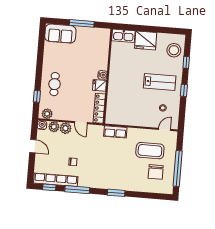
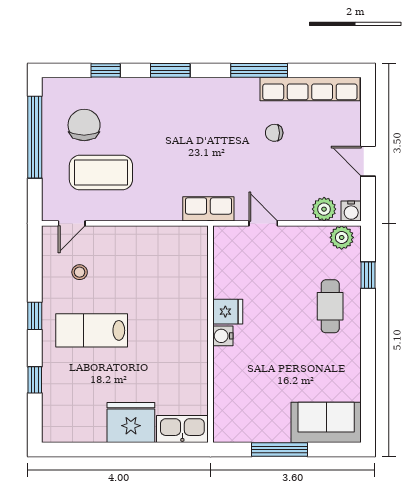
stool: (174, 50) -> (65, 405), removed
locker: (99, 108) -> (224, 260), removed
plant: (66, 128) -> (297, 208), removed
row of seats: (115, 132) -> (208, 209), moved
window: (49, 187) -> (106, 70), moved

